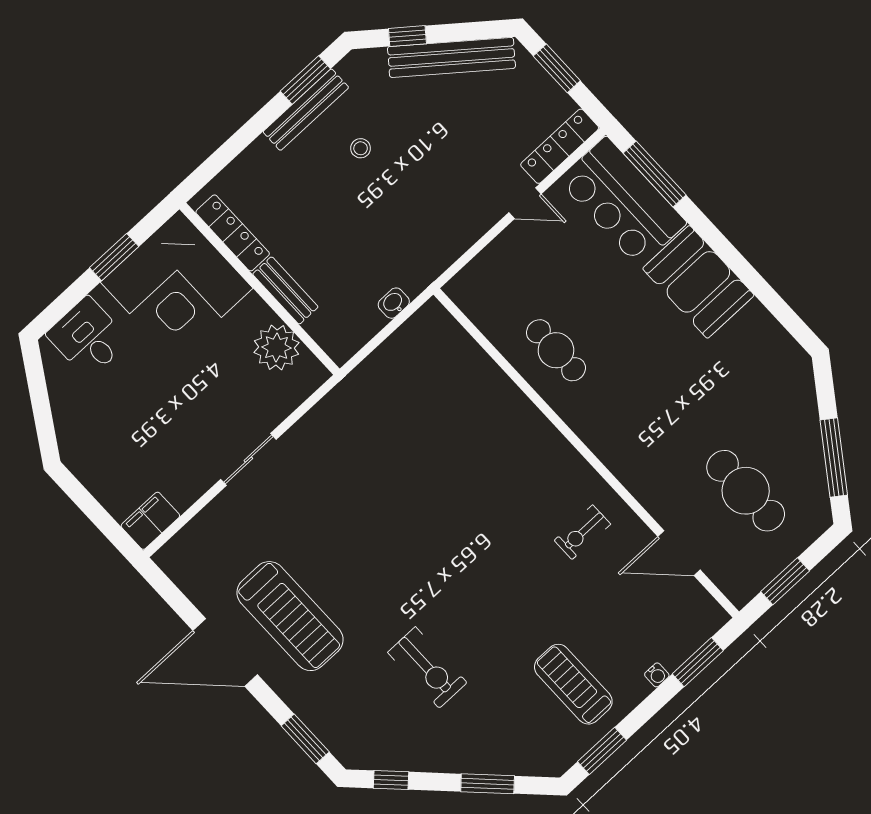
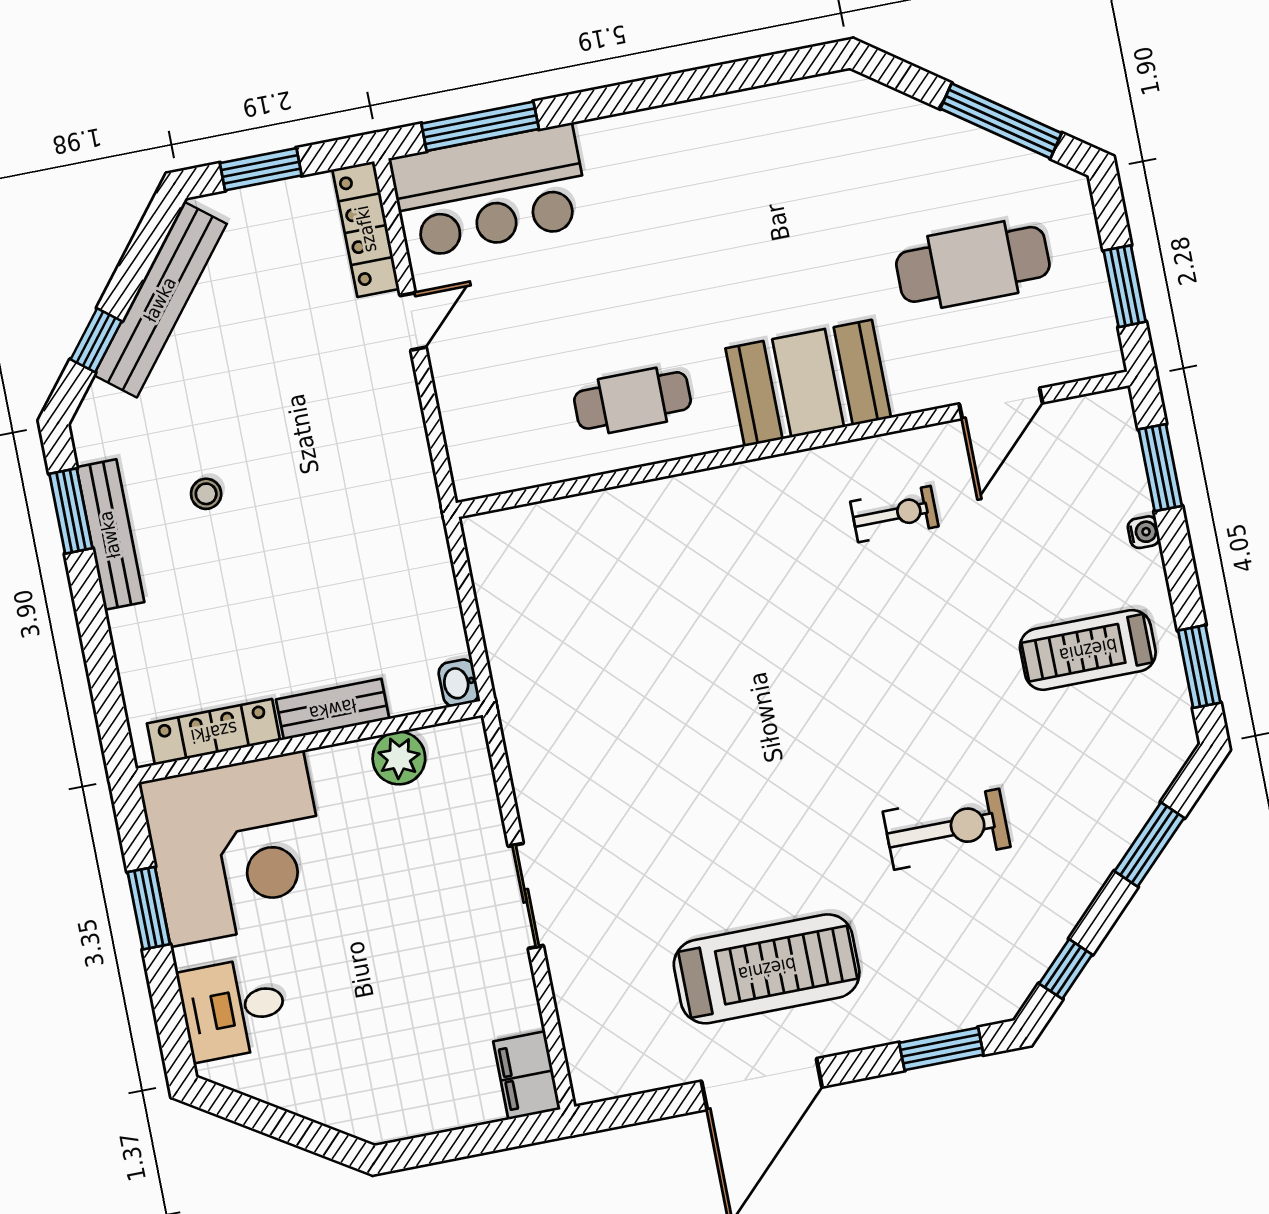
booth: (698, 282) -> (808, 383), moved
washbasin: (394, 303) -> (459, 683), moved
plant: (276, 348) -> (399, 758), width x0.73, depth x0.73
exercise bike: (582, 532) -> (894, 514), turned -90

